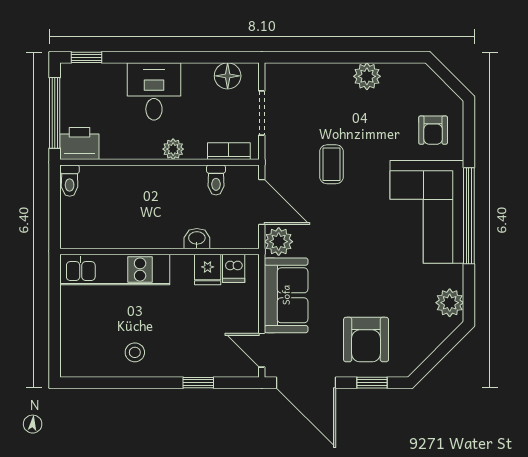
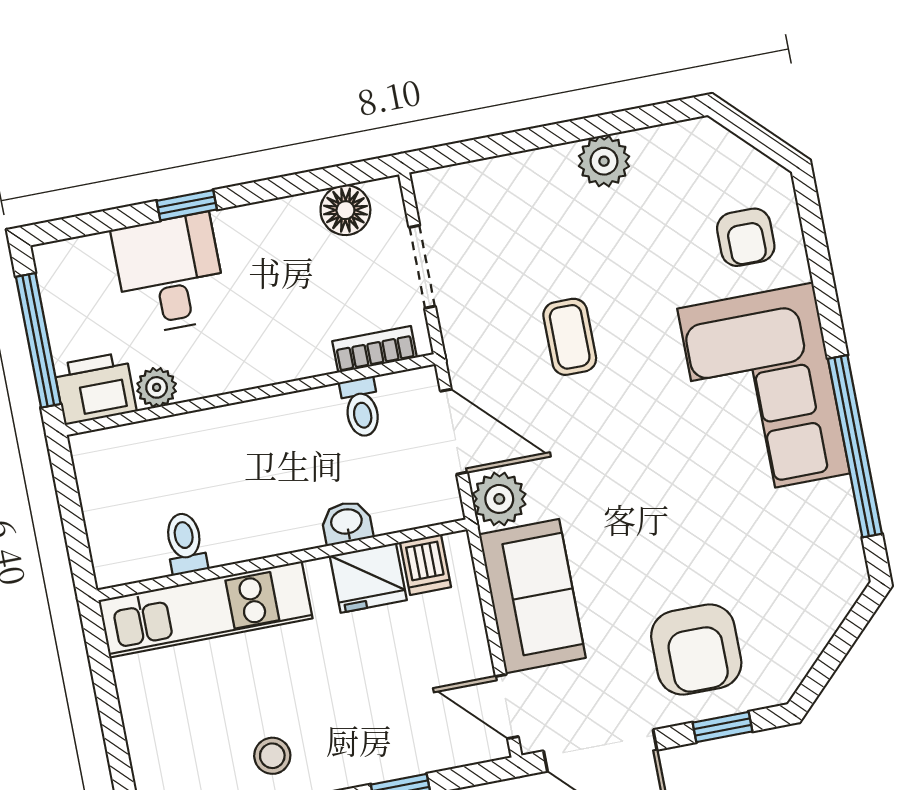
window: (87, 57) -> (187, 205), moved
desk: (154, 91) -> (170, 274), moved
plant: (173, 149) -> (157, 387), moved
toilet: (70, 181) -> (185, 543), moved, turned 180
window: (469, 216) -> (855, 446), moved
fridge: (208, 269) -> (368, 578), width x1.38
plant: (450, 303) -> (838, 551), removed

